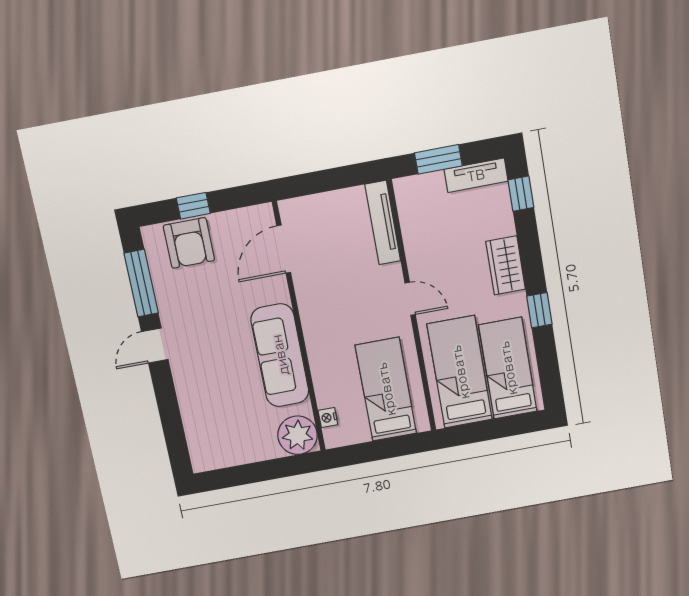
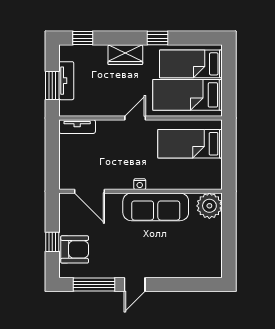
tv unit: (476, 175) -> (66, 81), moved
tv unit: (383, 223) -> (77, 127), width x0.71
door: (155, 345) -> (135, 285), hinge flipped
nightstand: (328, 418) -> (140, 184), moved

